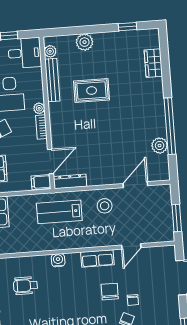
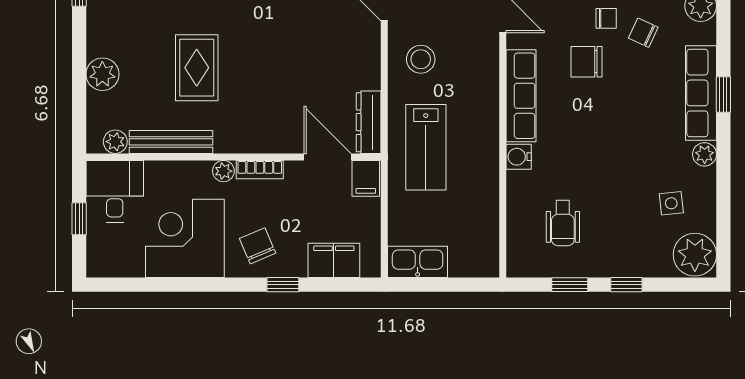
row of seats: (97, 258) -> (521, 96), width x1.48

